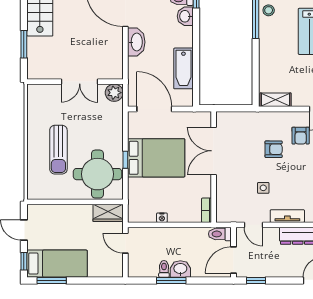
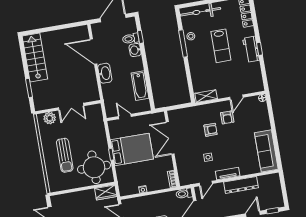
plant: (114, 93) -> (50, 118), moved
door: (154, 109) -> (125, 117), width x0.53
door: (253, 225) -> (206, 183), hinge flipped

